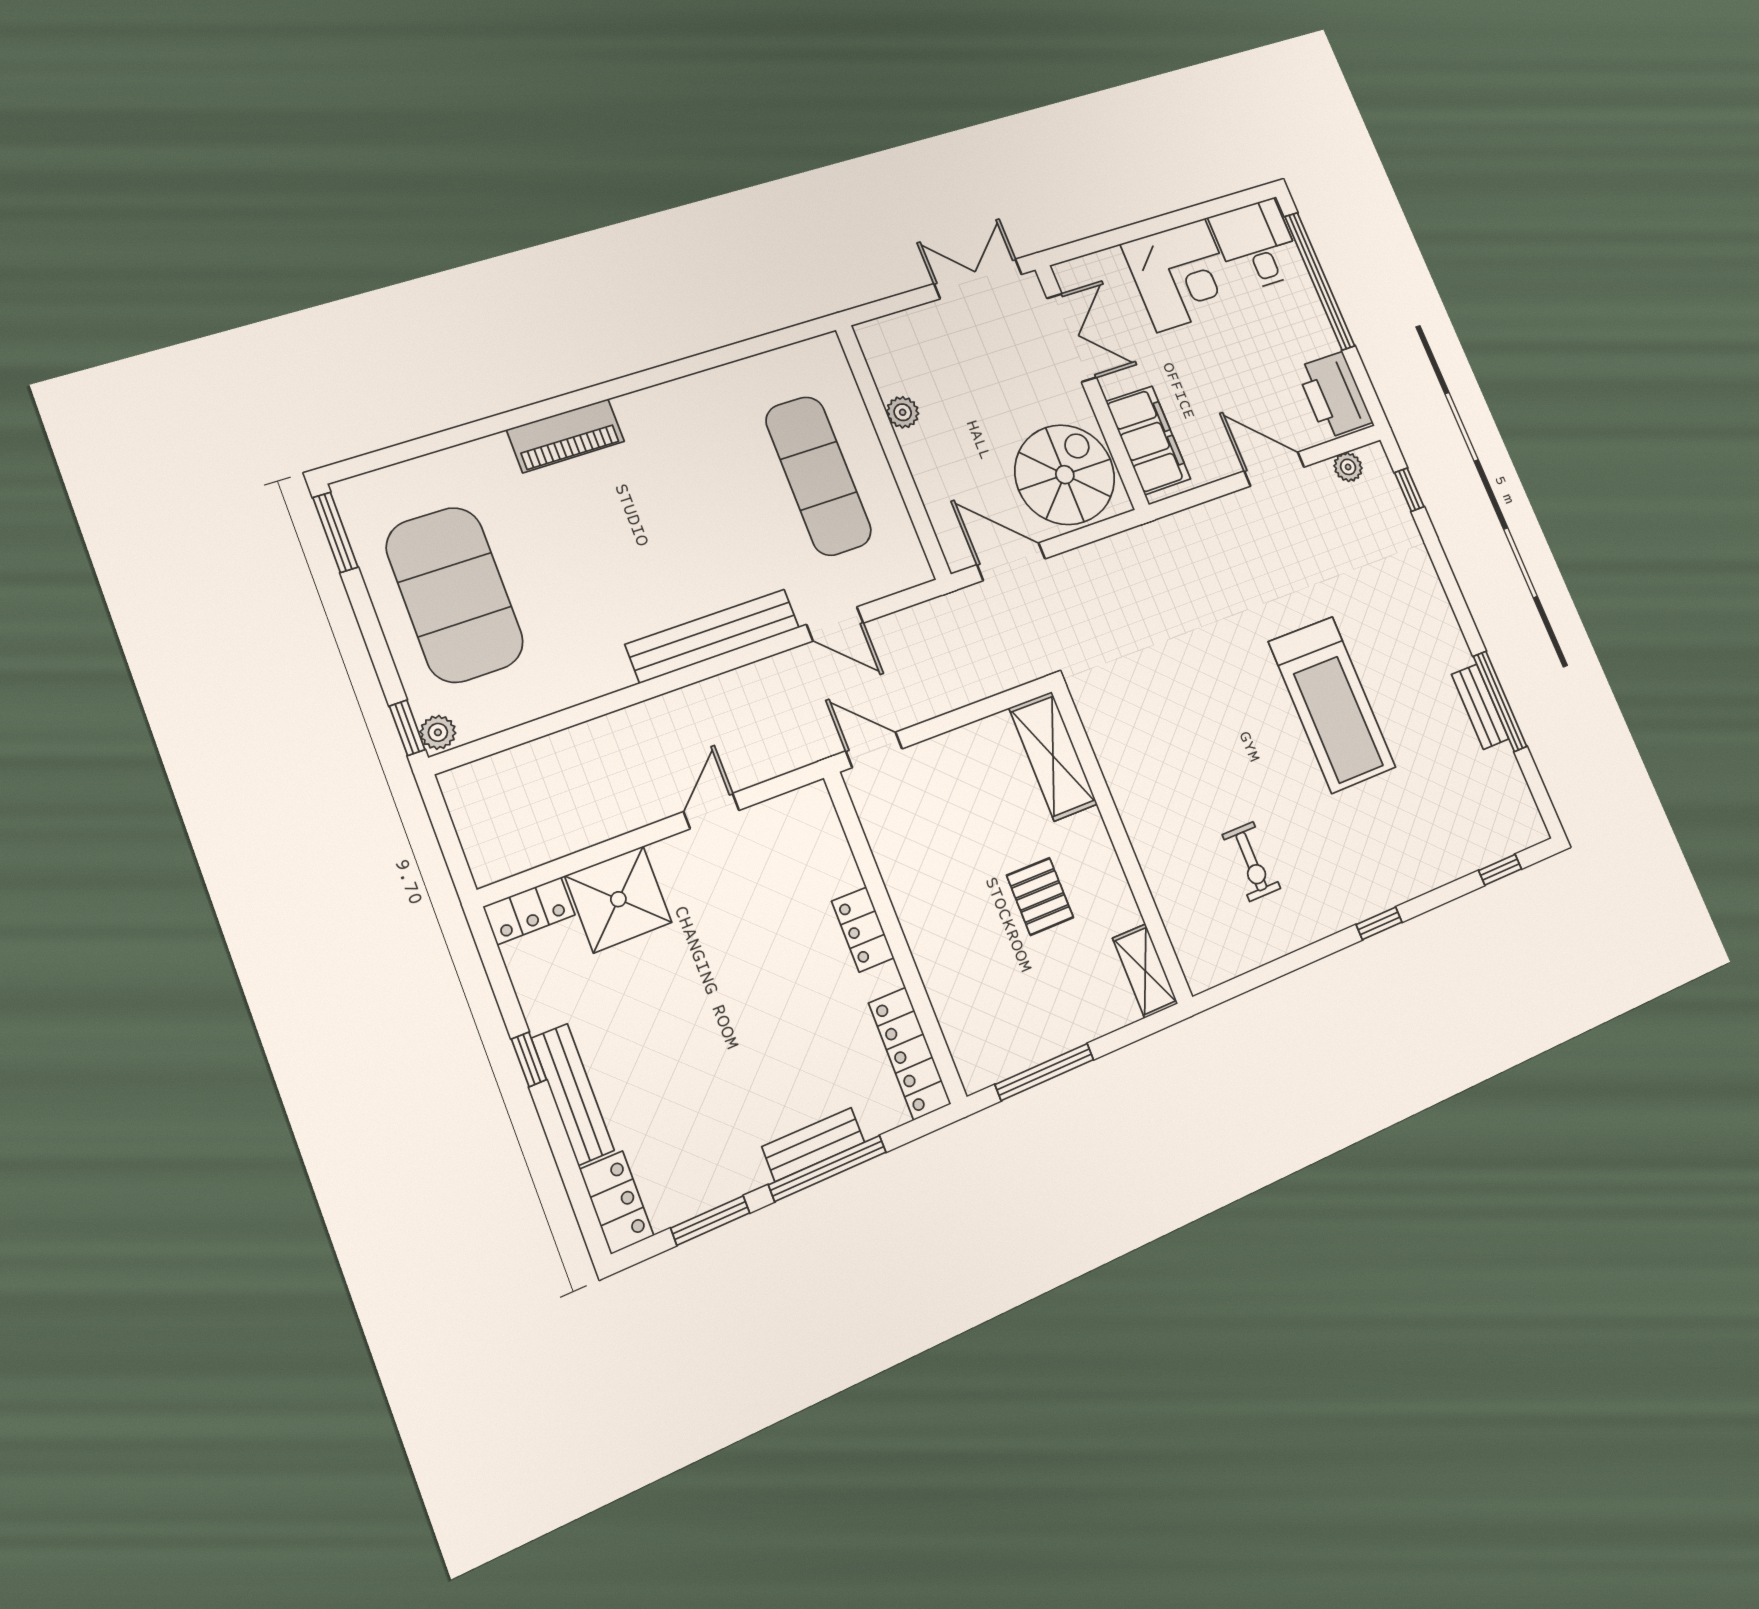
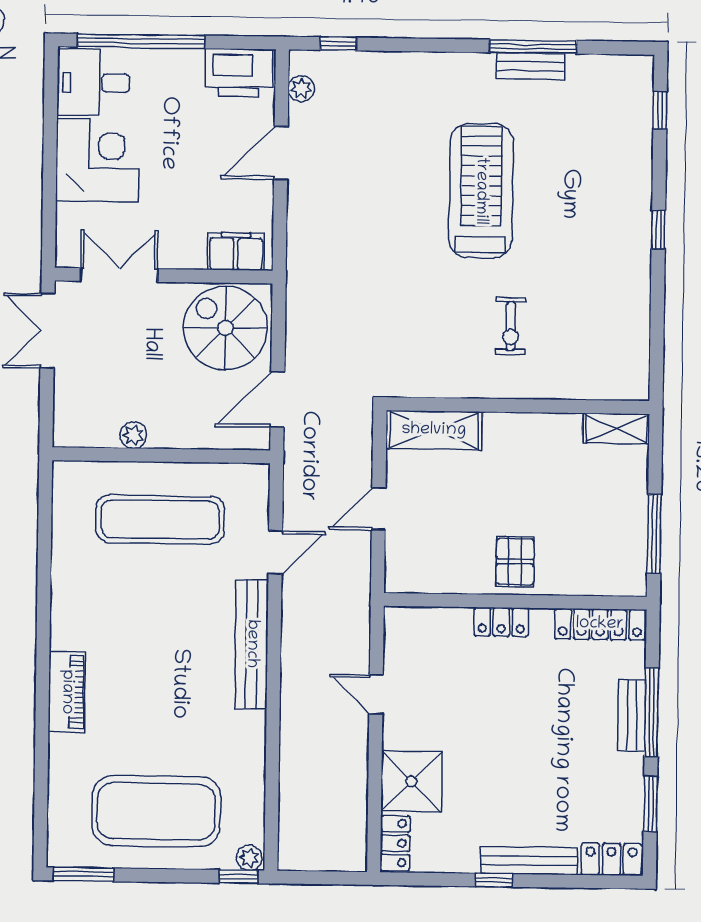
filing cabinet: (1148, 440) -> (236, 251), width x0.67, depth x0.86
treadmill: (1332, 704) -> (481, 191), turned -90
door: (874, 750) -> (379, 509), moved
exercise bike: (1251, 861) -> (511, 326), moved, turned 90
pallet: (1040, 896) -> (515, 561), moved, turned 90

